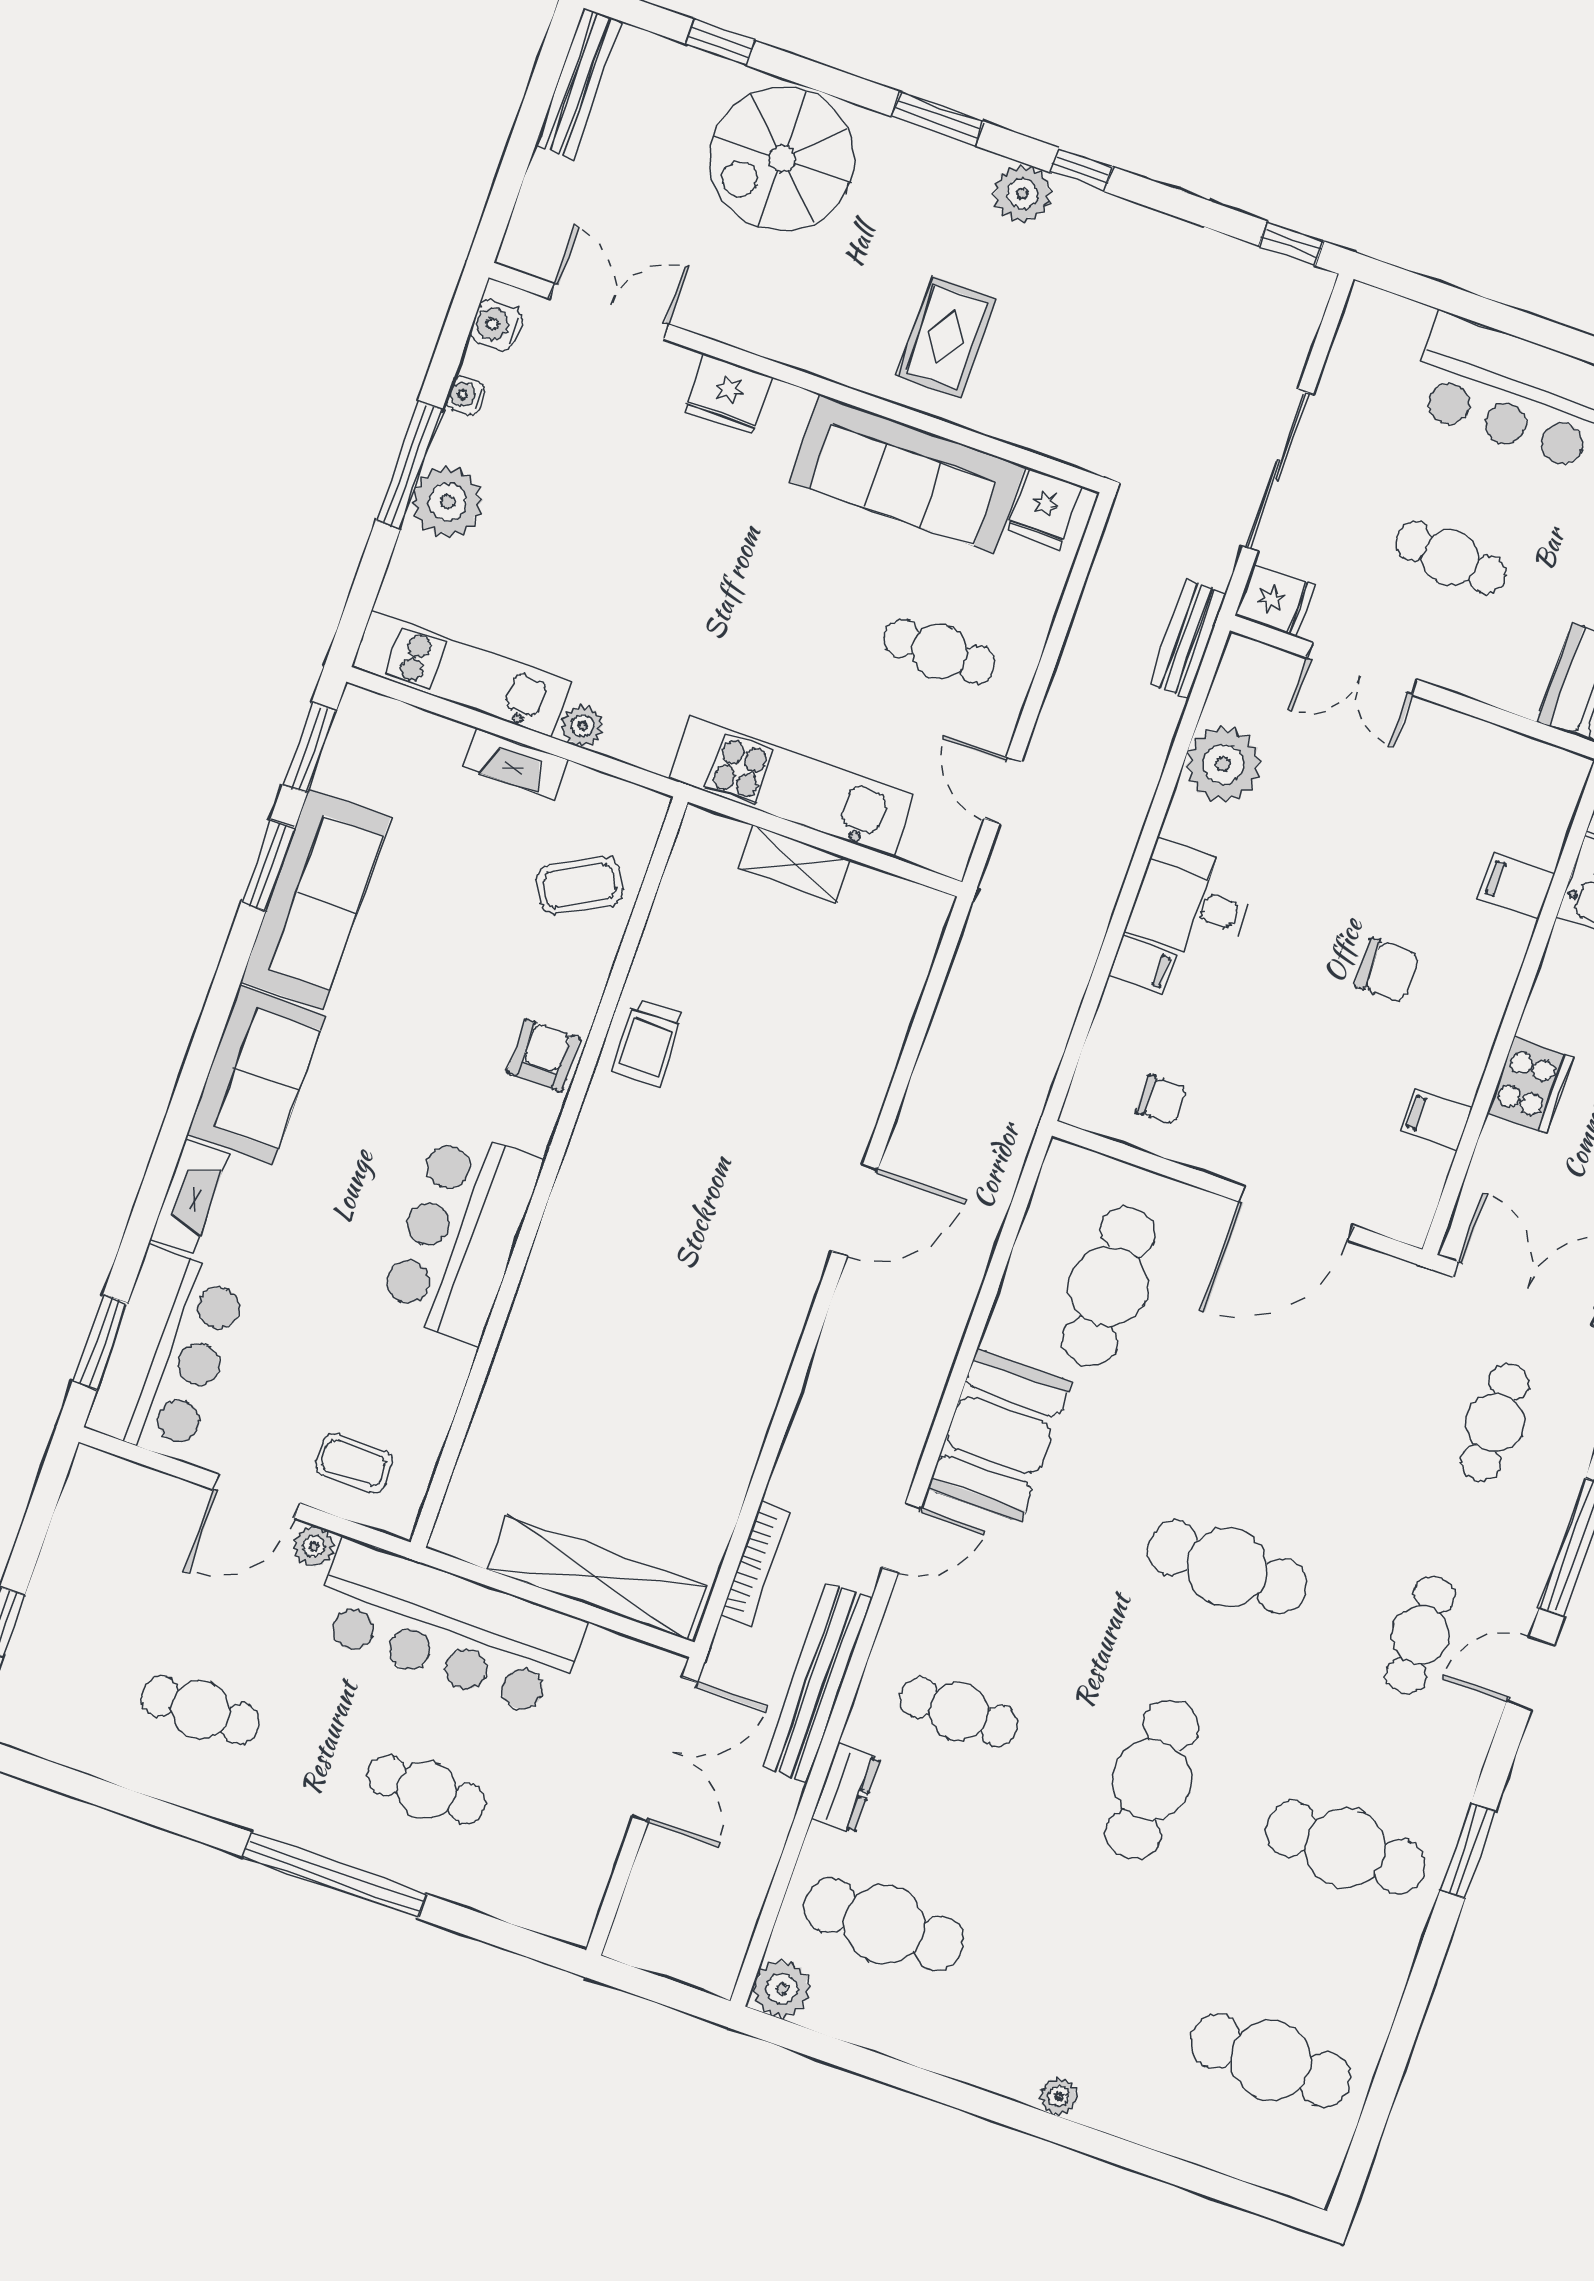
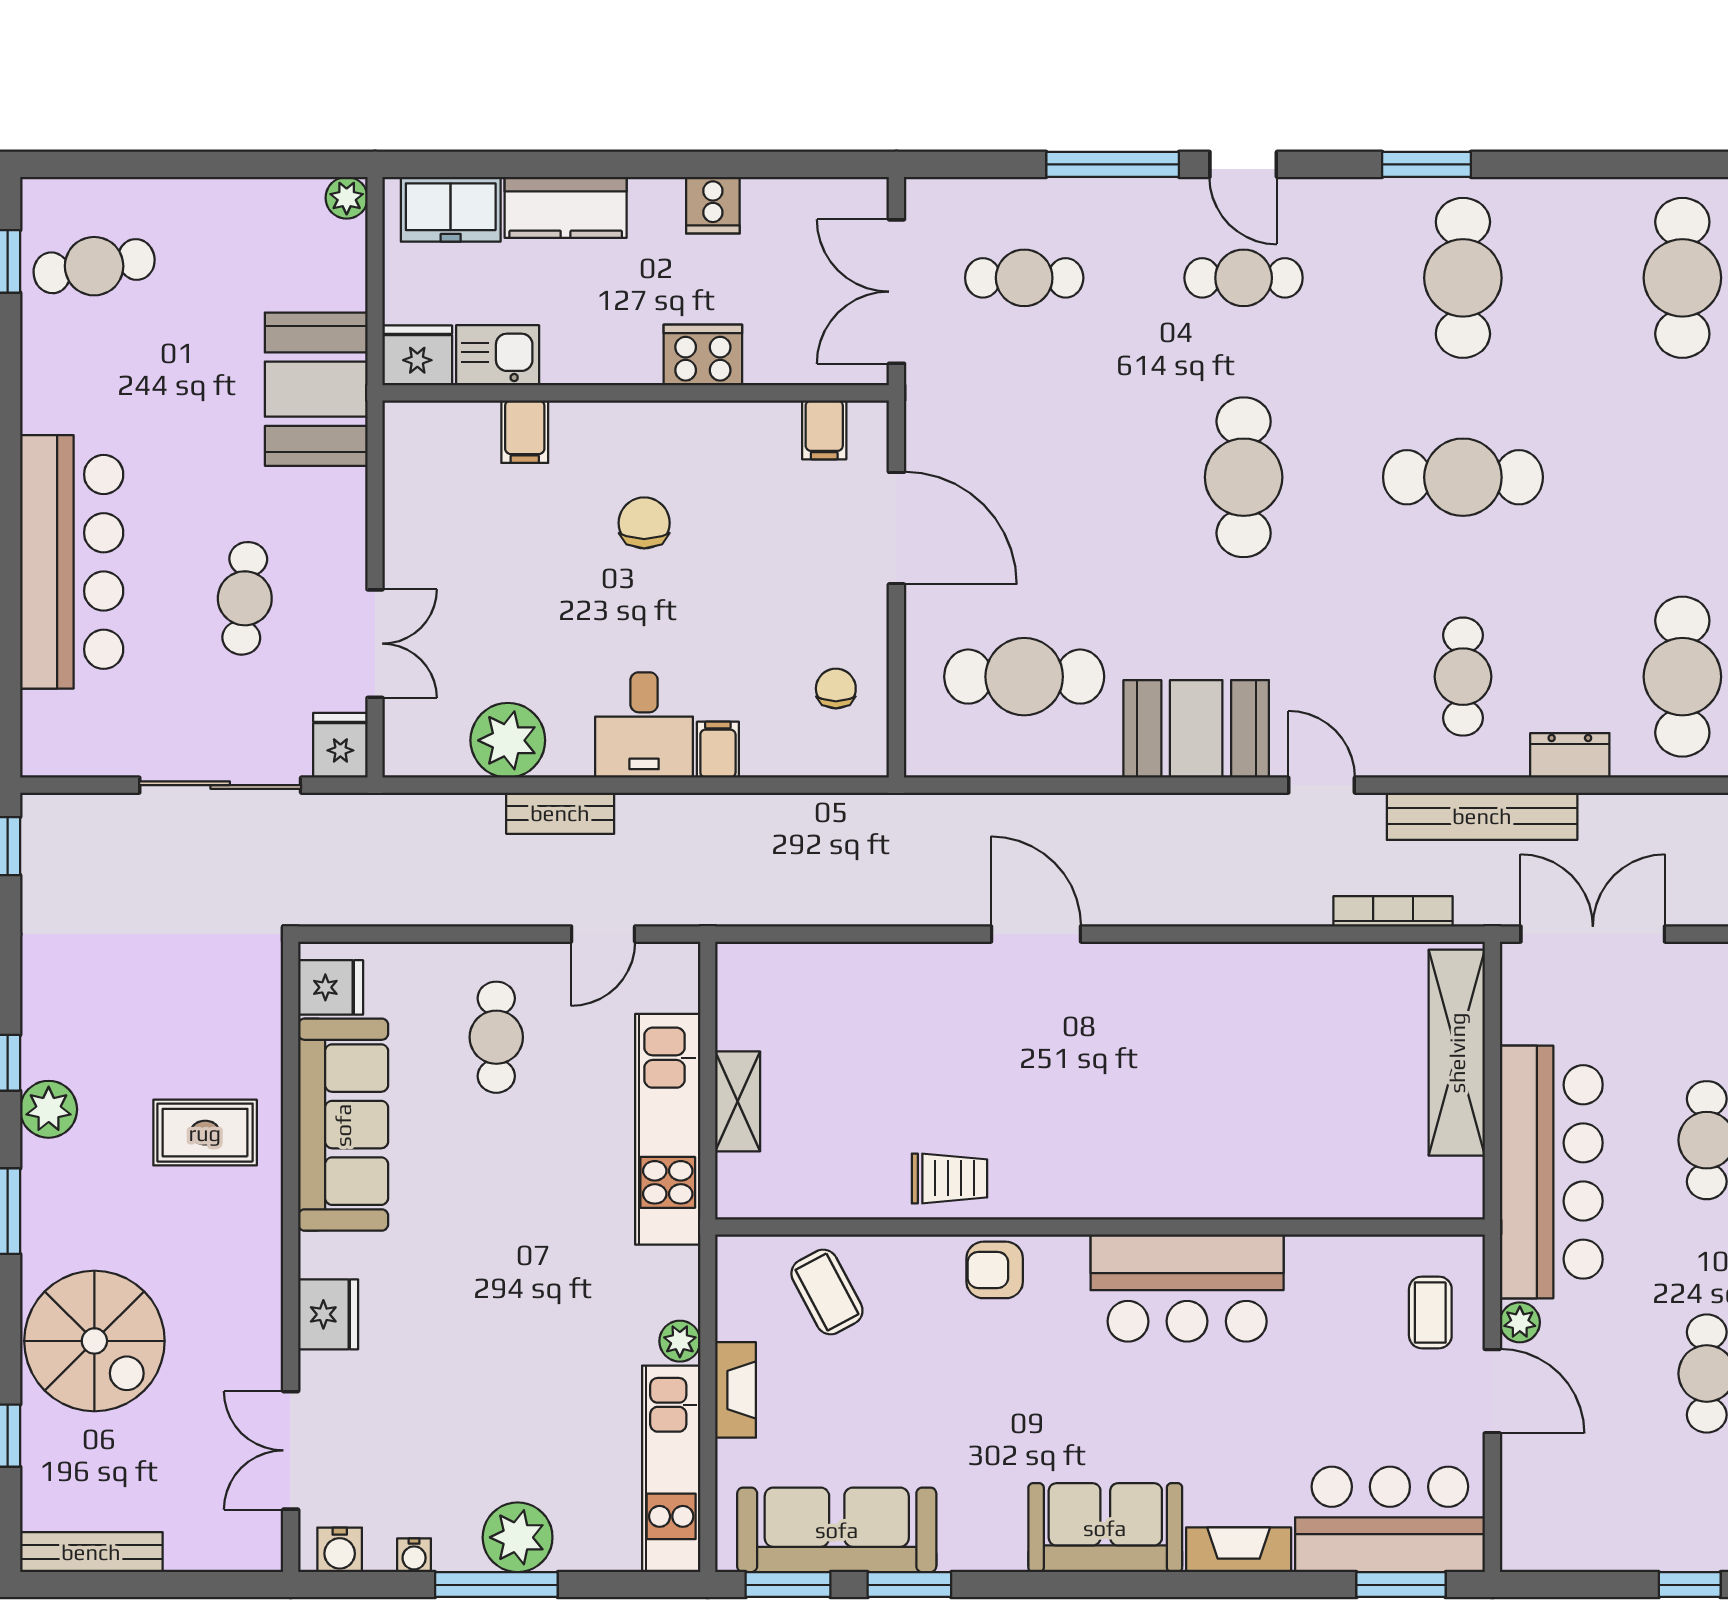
bench: (1188, 639) -> (560, 813), moved
sofa: (316, 899) -> (837, 1530), moved
filing cabinet: (1436, 1119) -> (824, 430), moved

